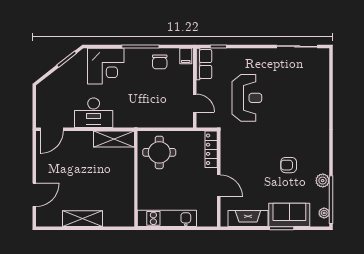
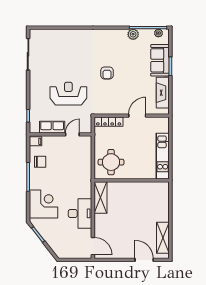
row of seats: (204, 64) -> (52, 127), moved
armchair: (289, 165) -> (107, 73), moved
shelving: (82, 219) -> (163, 238), moved

